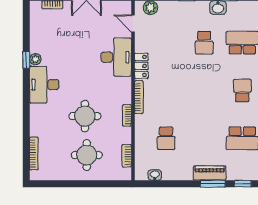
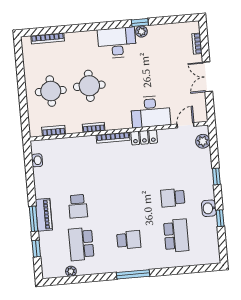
school desk: (166, 138) -> (78, 206), moved, turned -90

